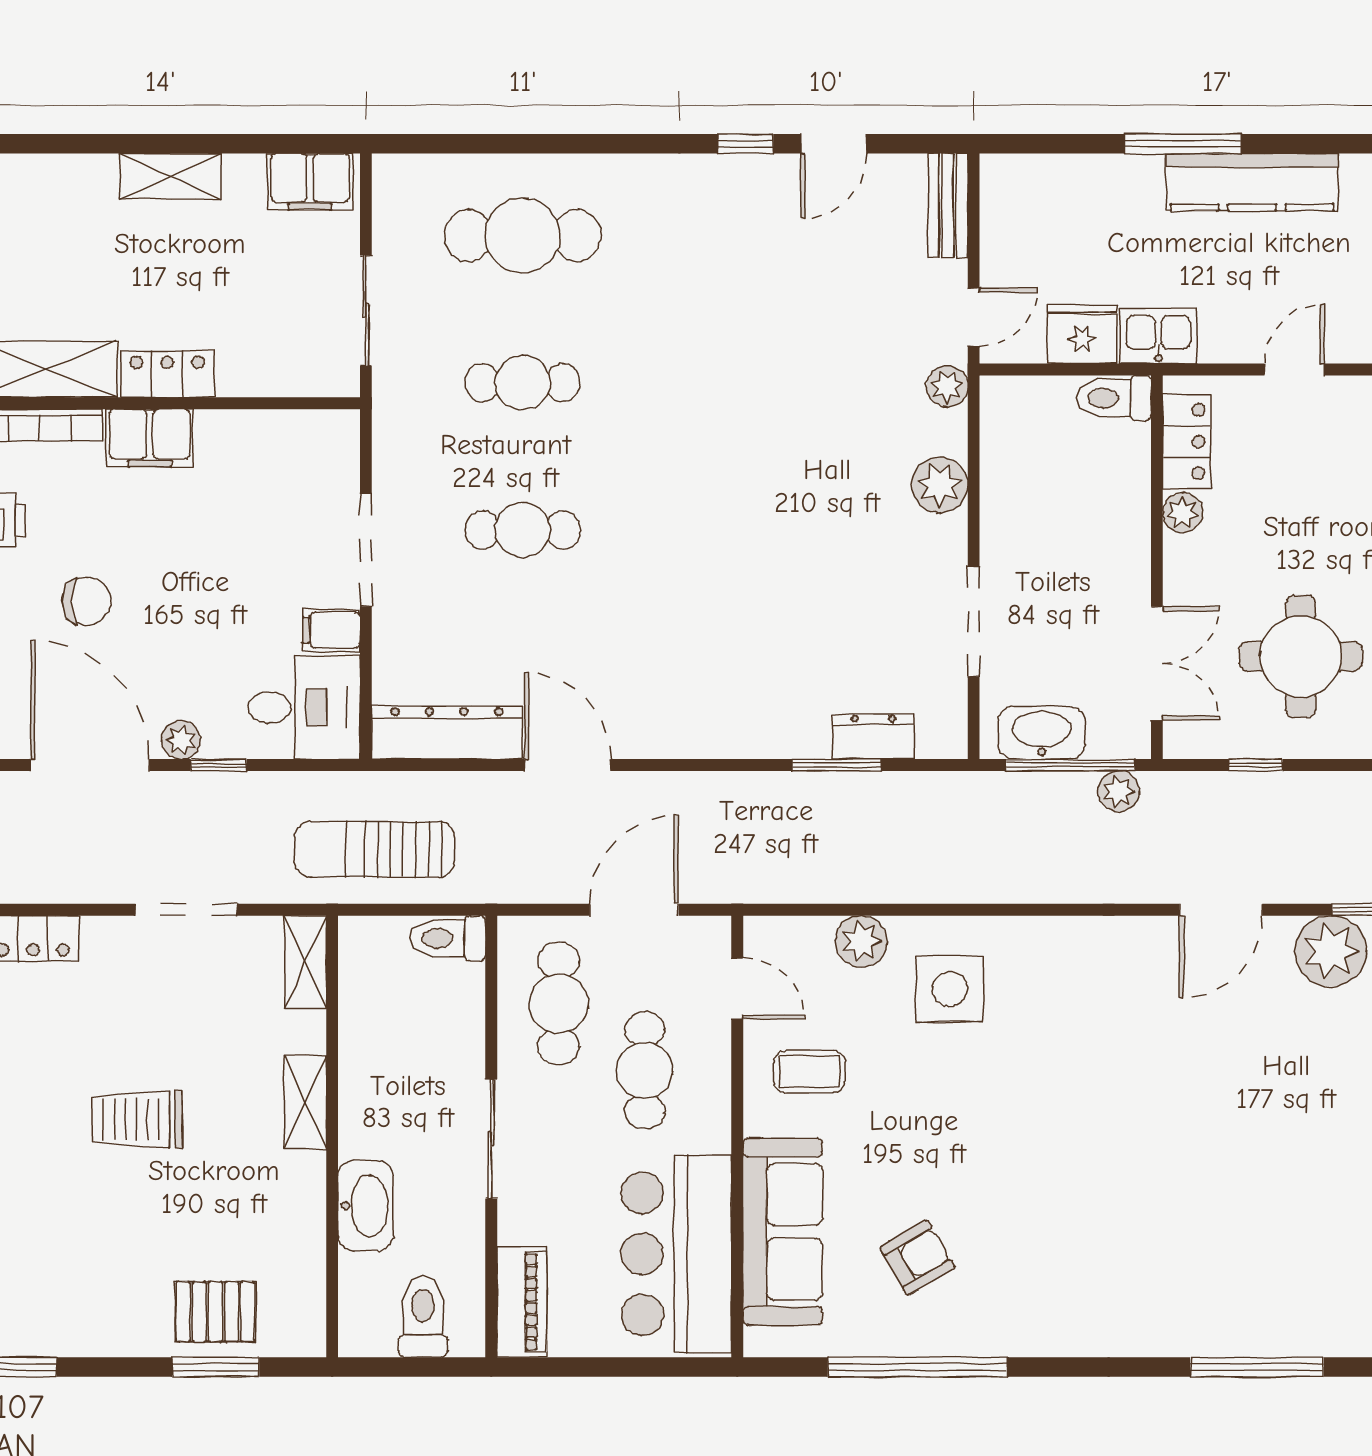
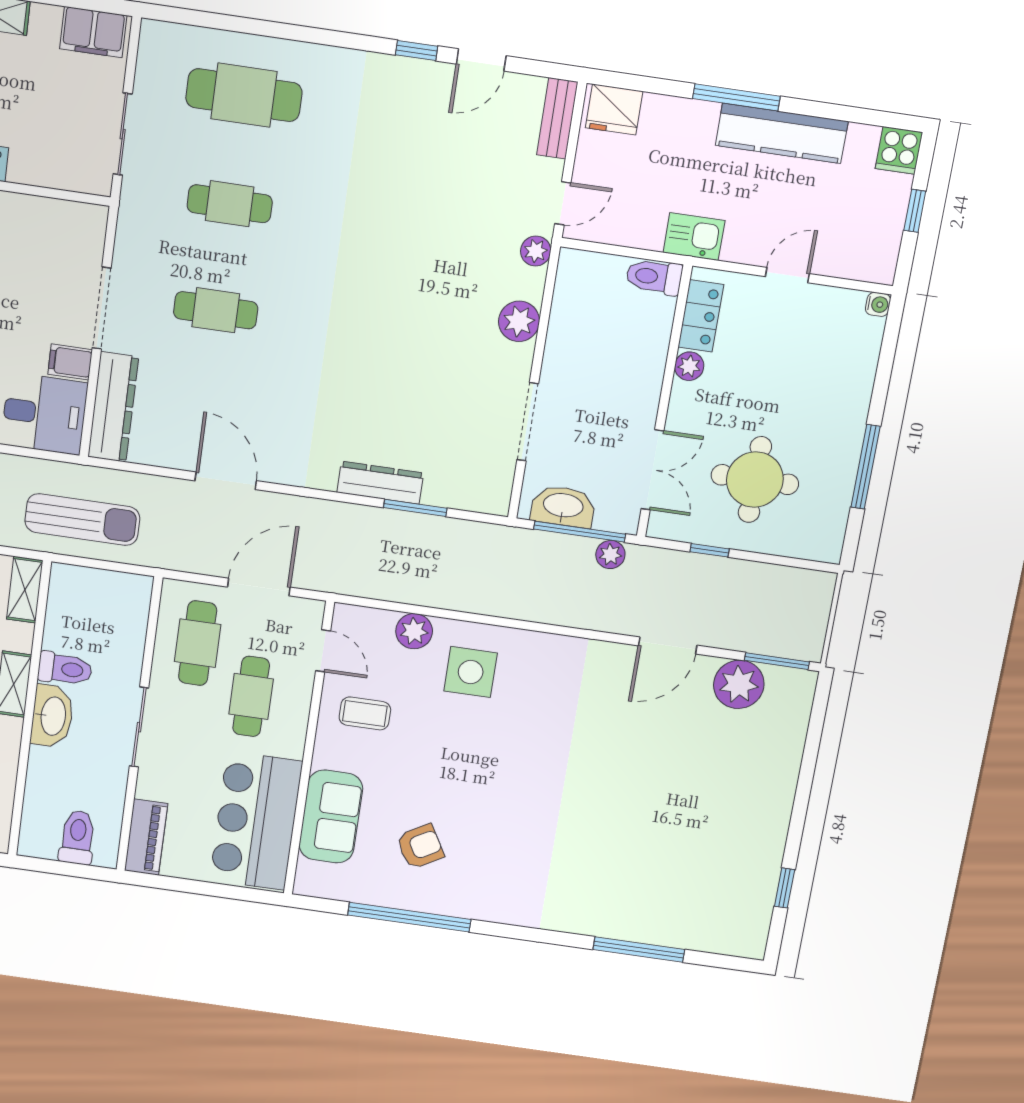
fridge: (1082, 334) -> (614, 110), moved, turned 180
dresser: (447, 732) -> (113, 407), moved, turned 90
dresser: (873, 736) -> (380, 483), moved, width x1.44
sun lounger: (375, 849) -> (82, 520), turned 180
toilet: (448, 938) -> (65, 669), moved, turned 180
washbasin: (366, 1206) -> (52, 716), moved
sofa: (783, 1232) -> (331, 817), width x0.73

